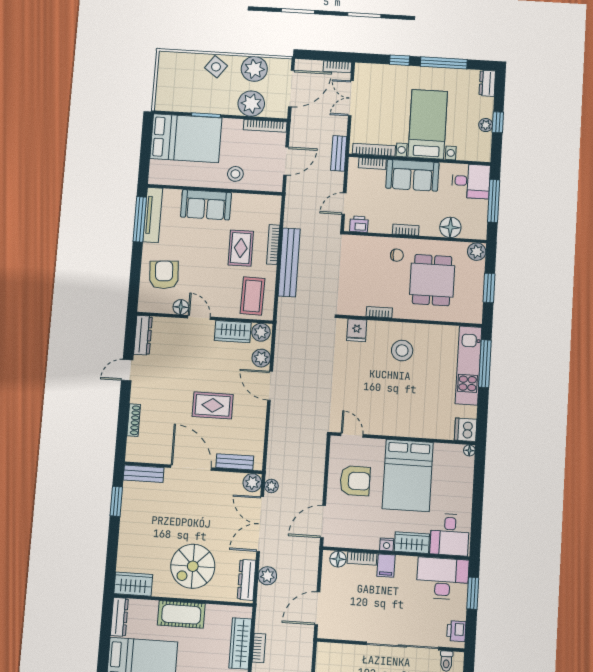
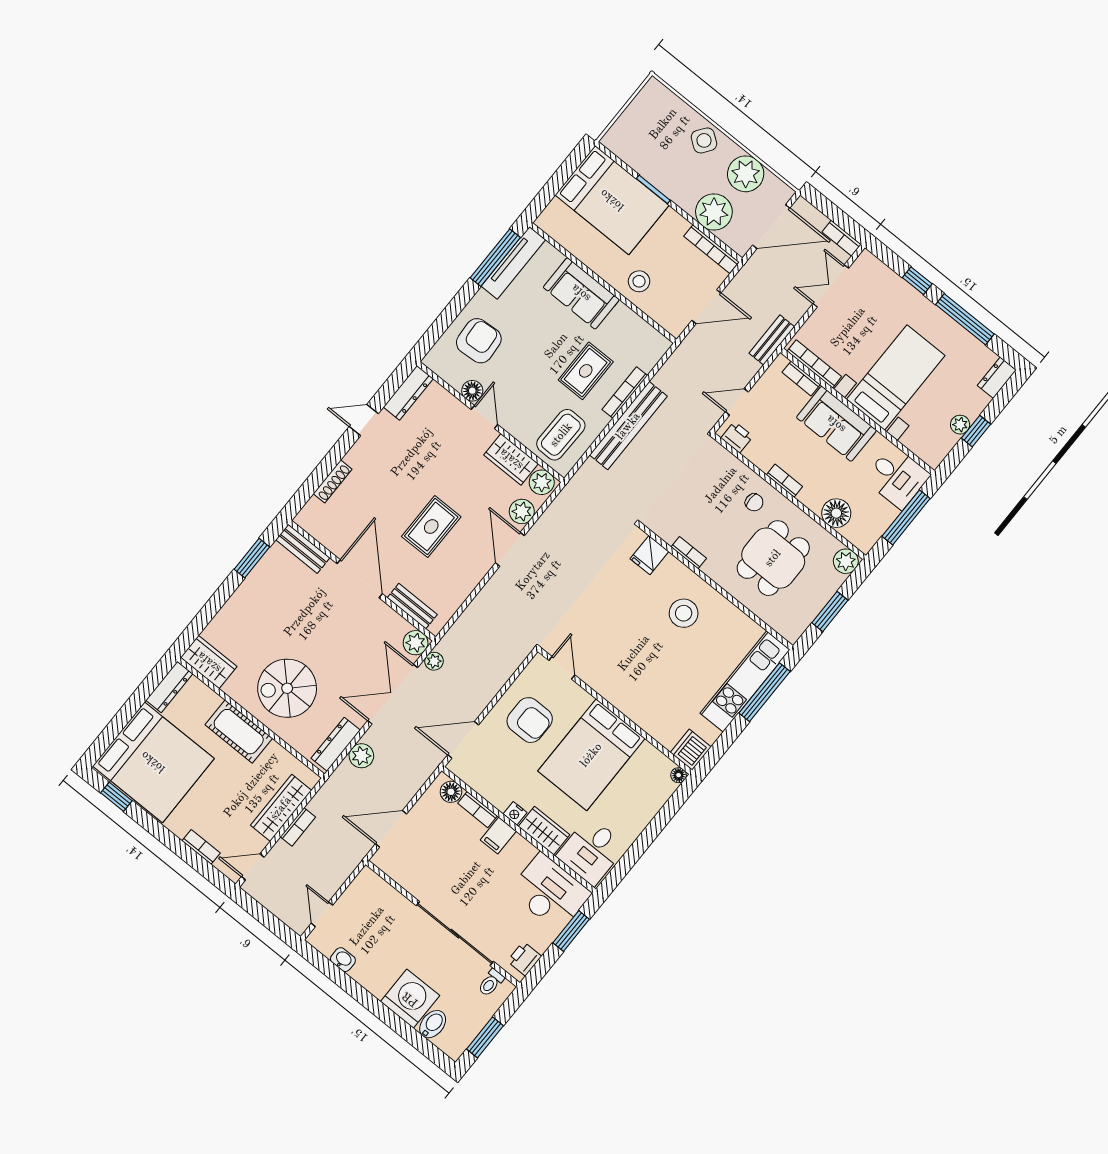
rug: (213, 405) -> (431, 527), turned 90

